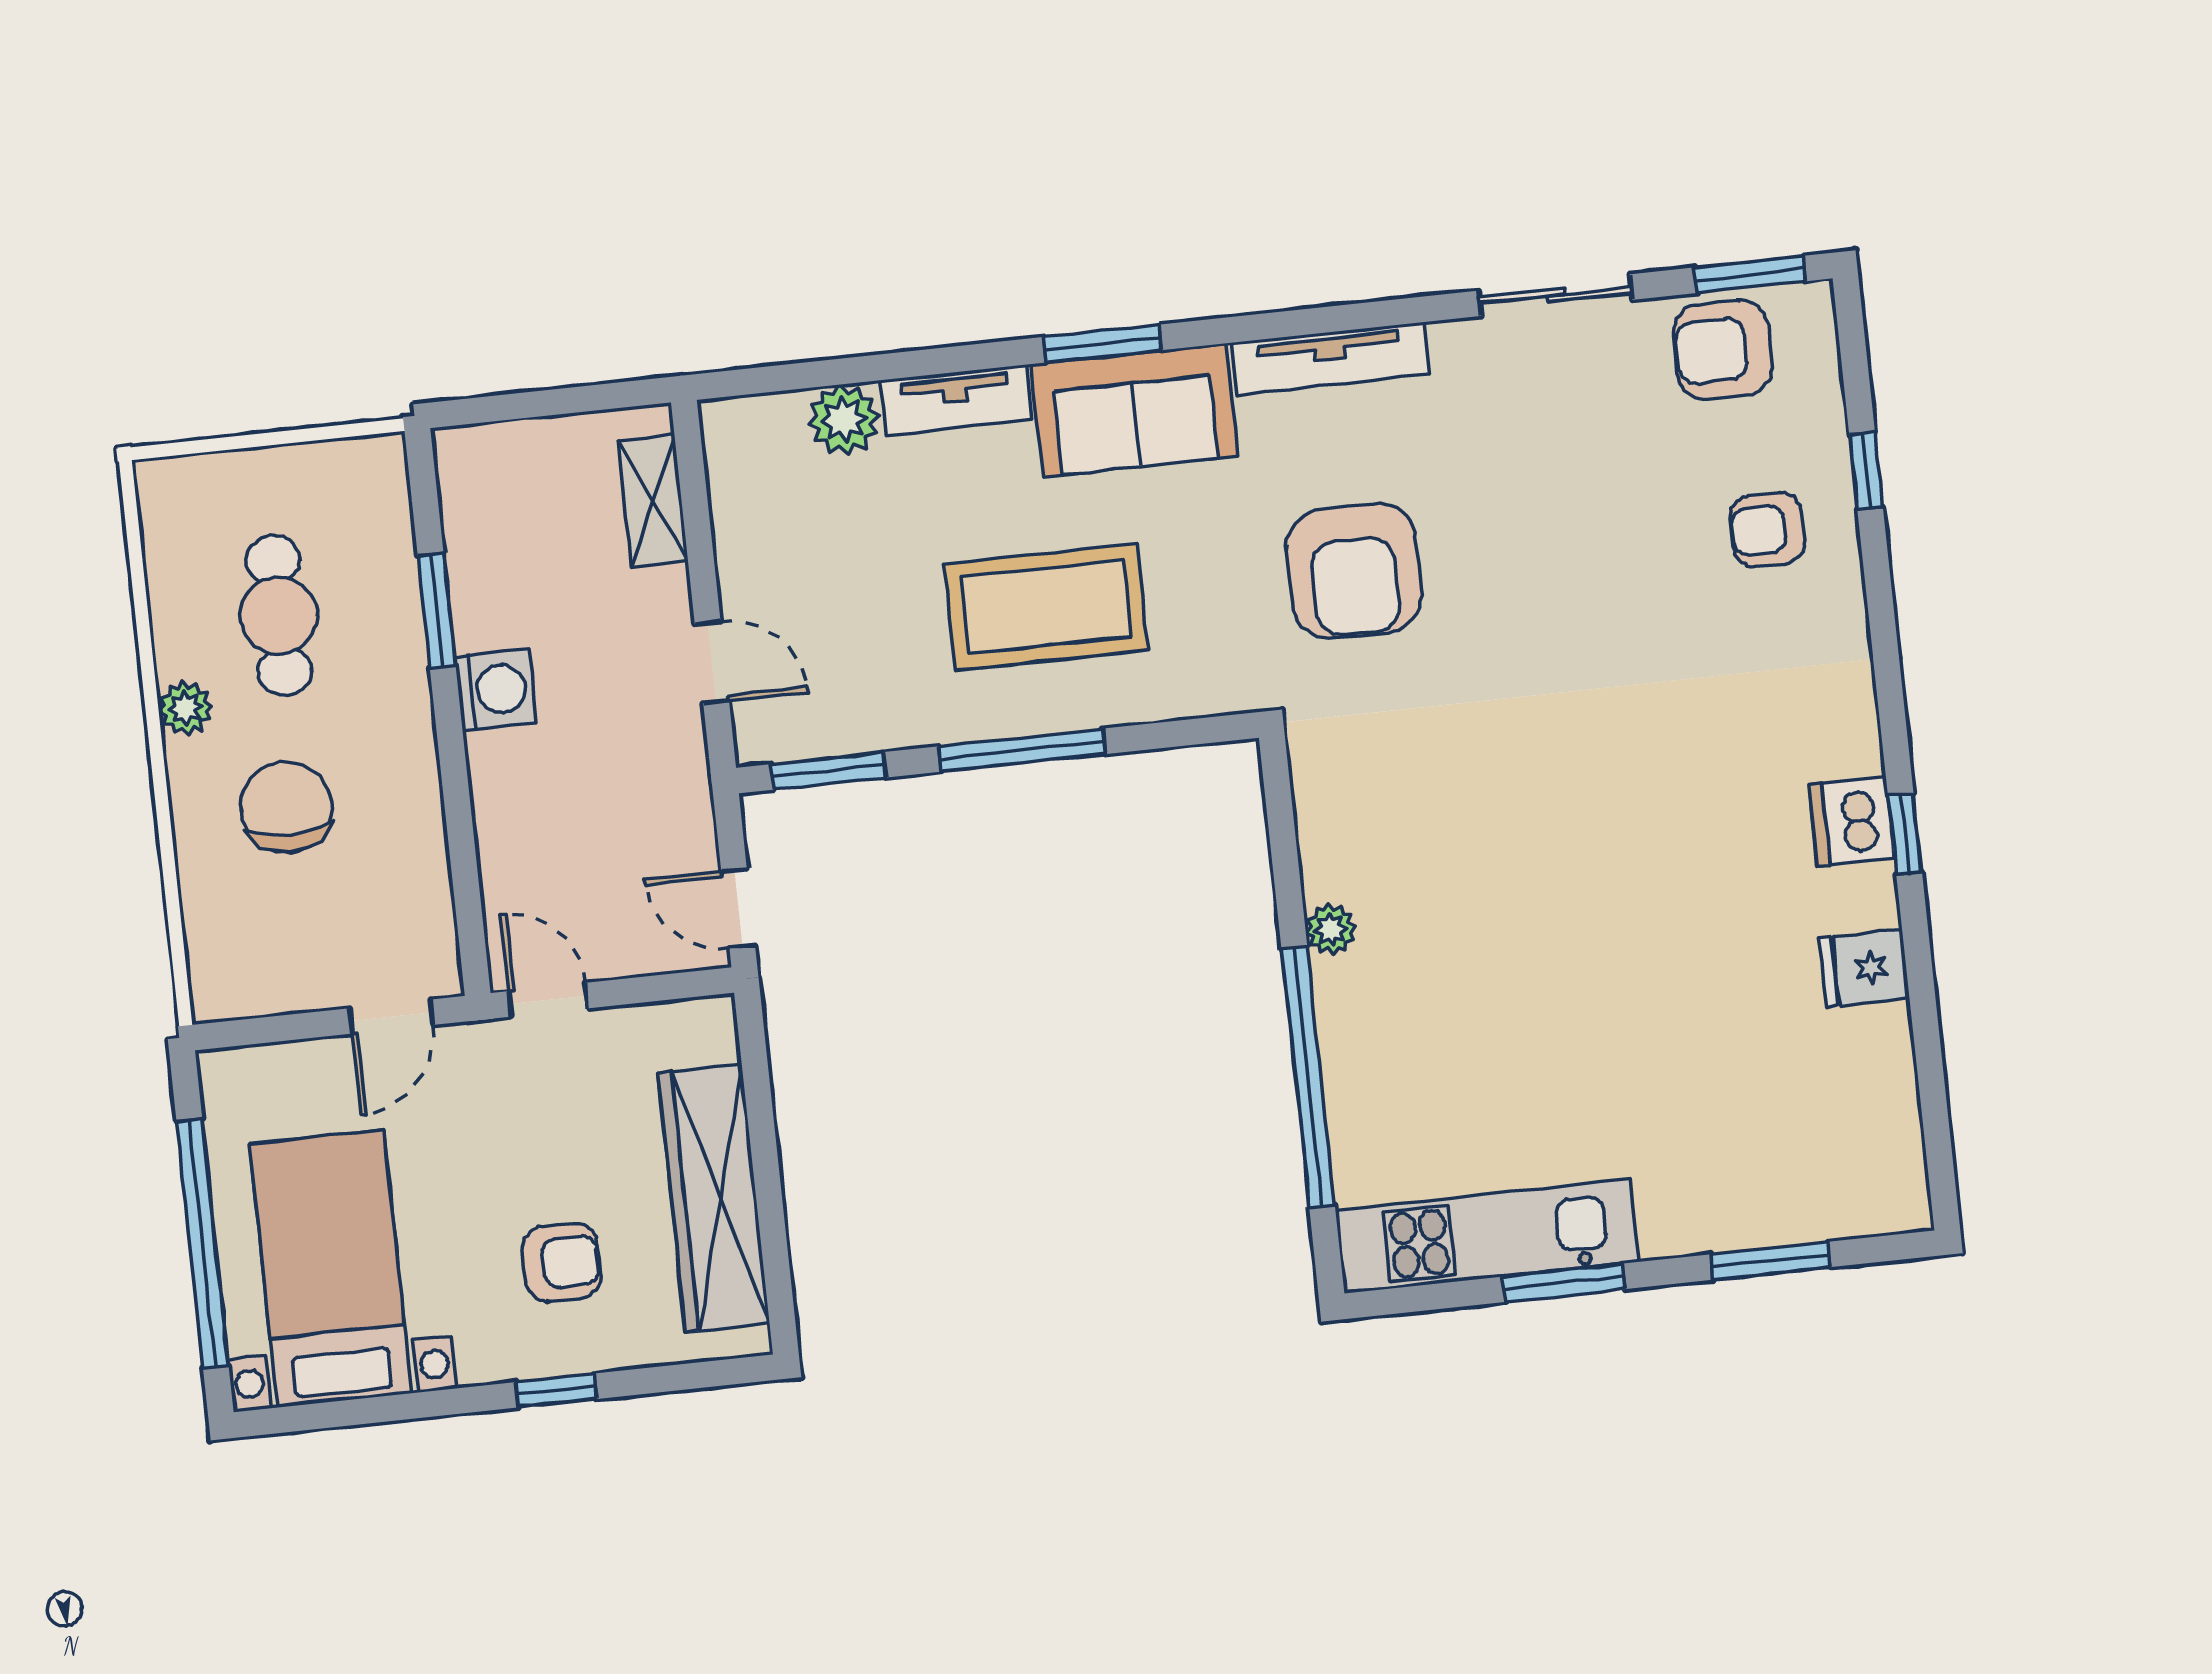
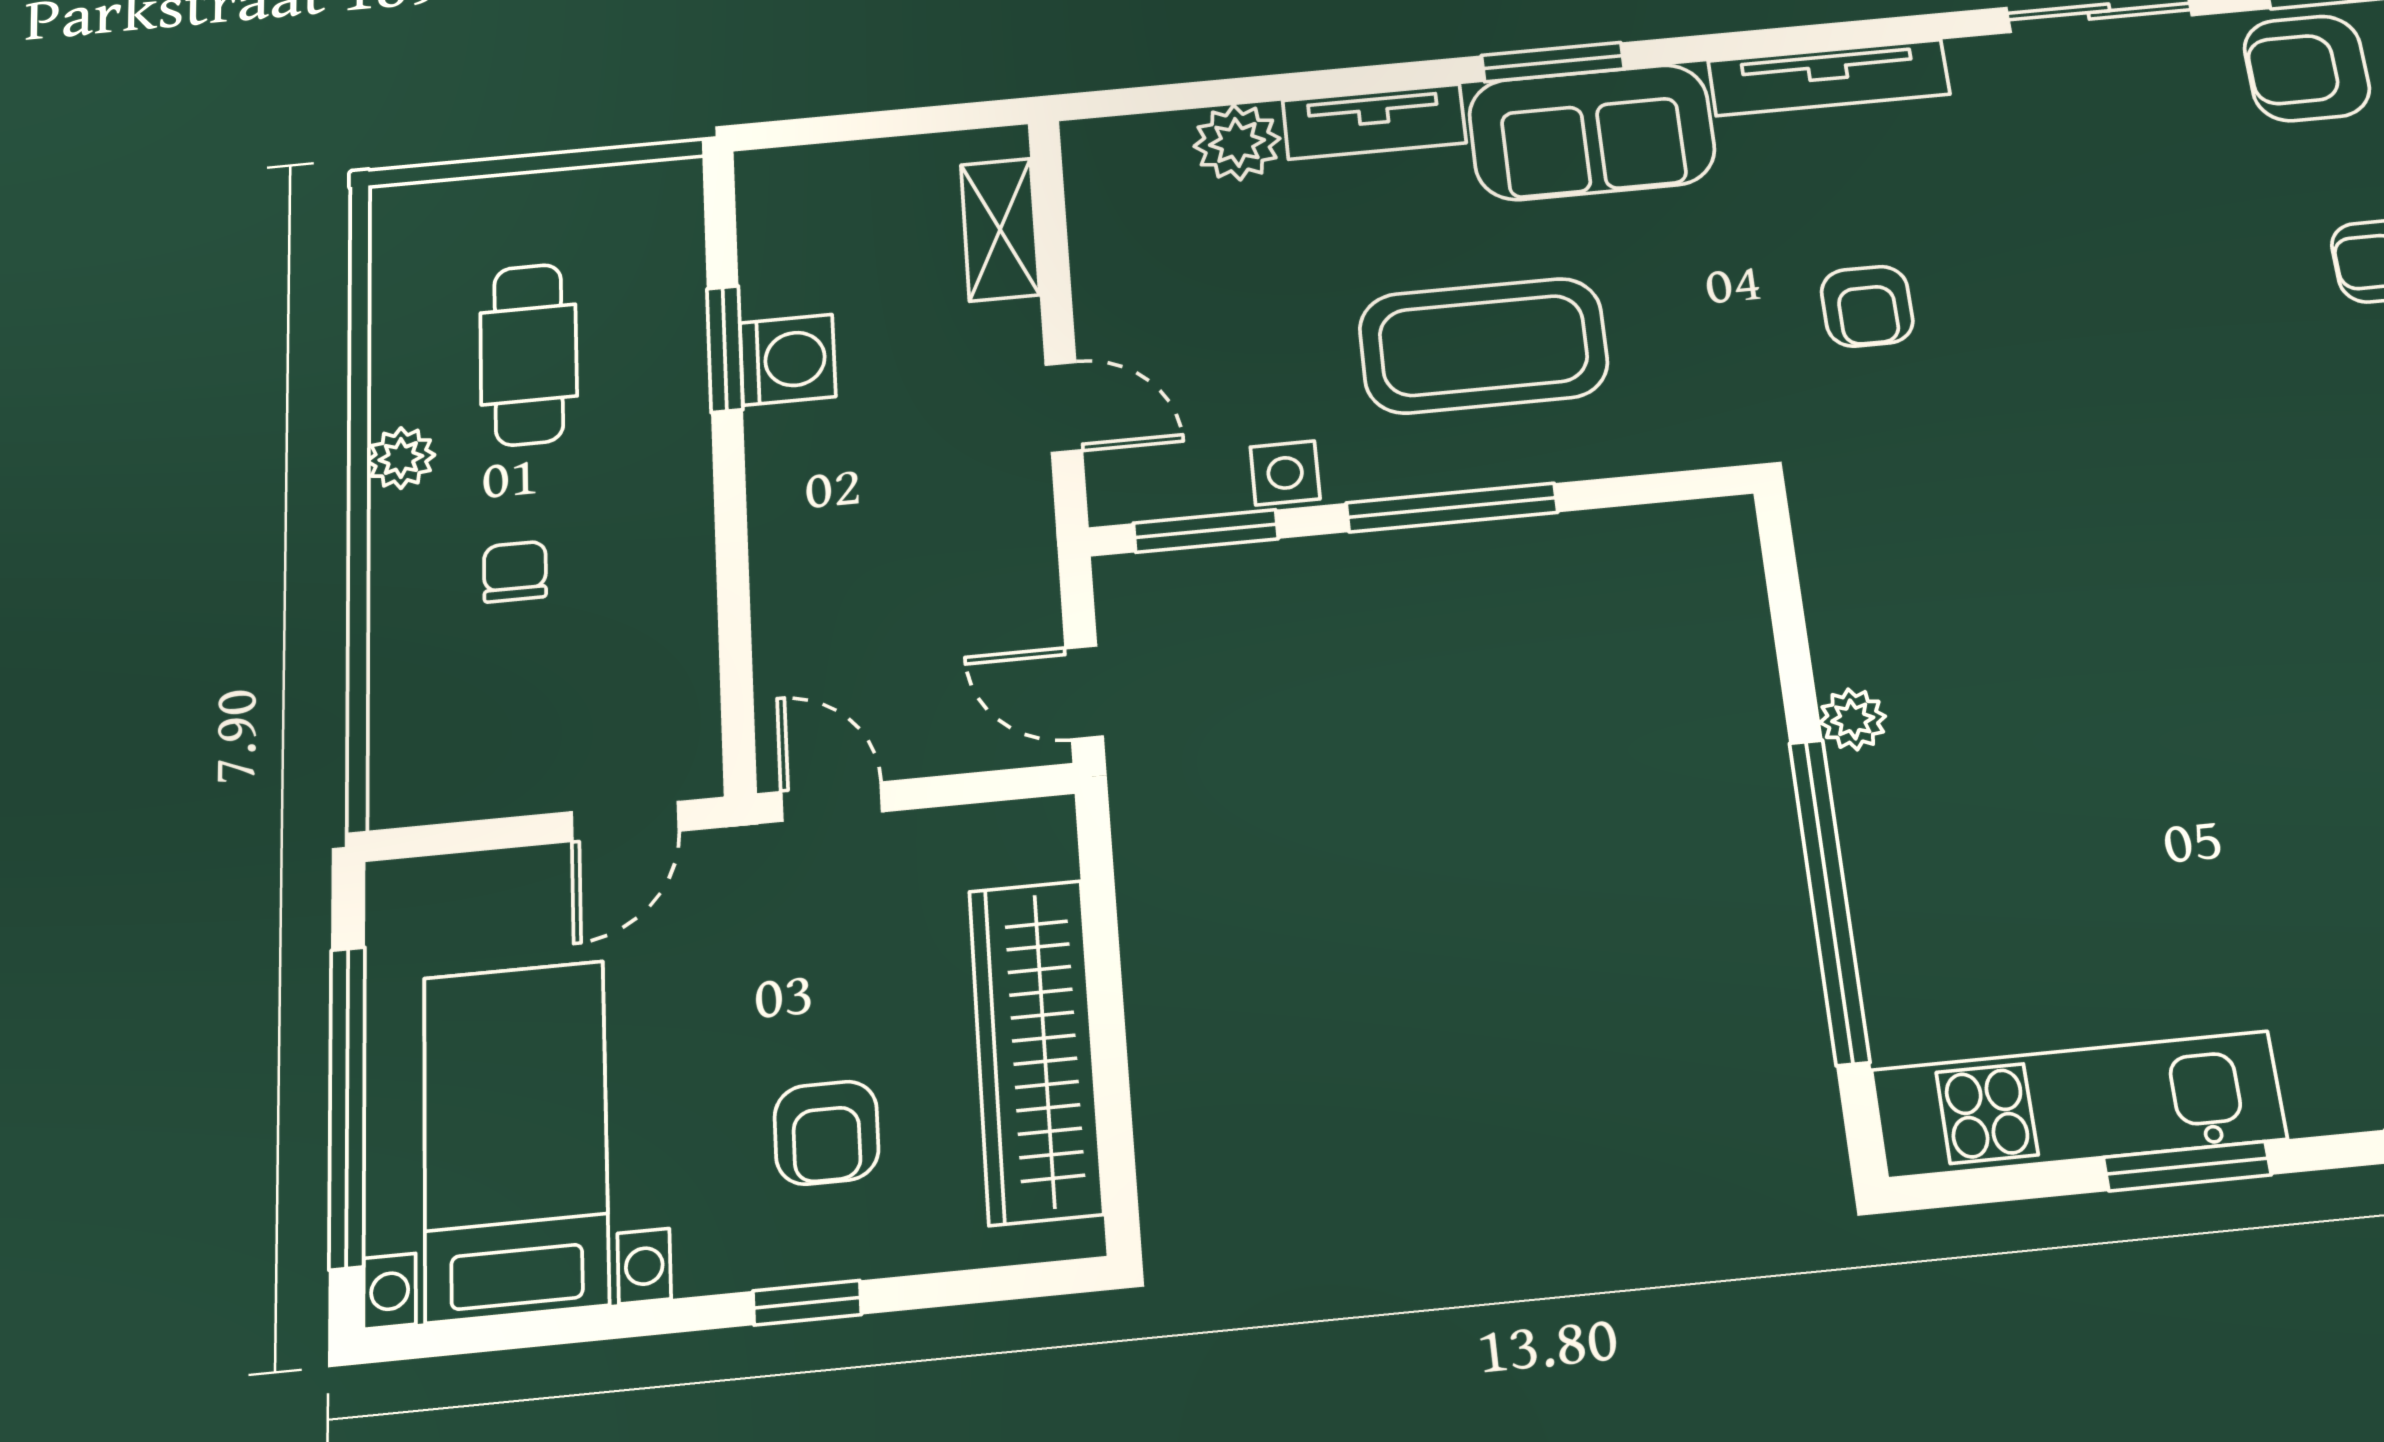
armchair: (1354, 571) -> (1867, 306), width x0.53, depth x0.53
washing machine: (495, 689) -> (788, 360), moved
side table: (890, 720) -> (1285, 473), added
chair: (286, 807) -> (515, 572), width x0.54, depth x0.54
armchair: (562, 1262) -> (827, 1133), turned 90

